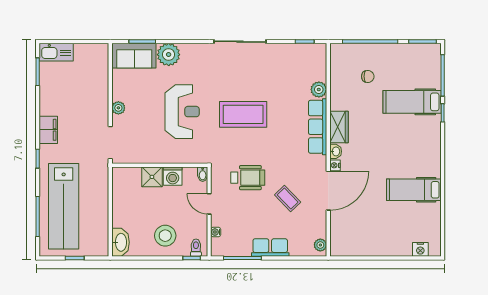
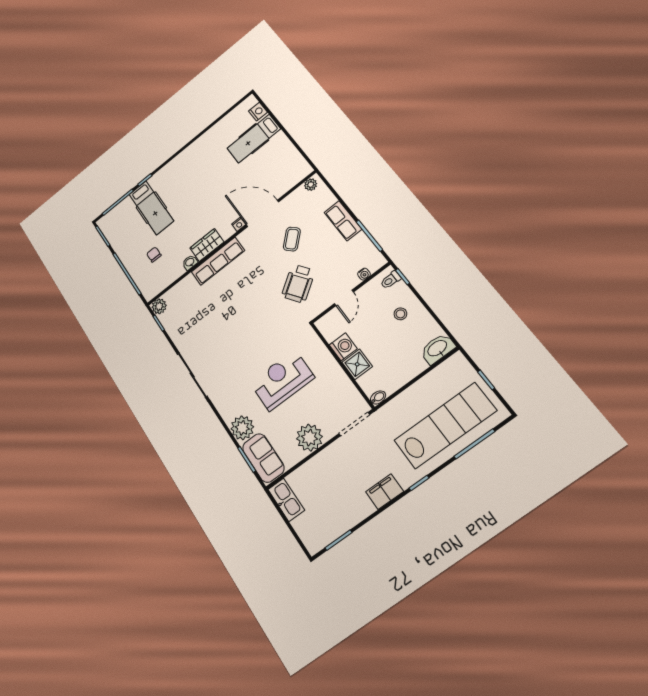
kitchen sink: (56, 52) -> (286, 500), moved
plant: (319, 90) -> (159, 306), moved
plant: (118, 108) -> (309, 438), width x1.88, depth x1.88
coffee table: (243, 114) -> (249, 327), removed
washbasin: (336, 151) -> (190, 262), moved
bidet: (203, 174) -> (378, 397), moved
wheelchair: (248, 178) -> (298, 284), turned -125
hospital bed: (414, 190) -> (254, 139), moved, turned 90
stool: (165, 236) -> (400, 314), width x0.53, depth x0.53

